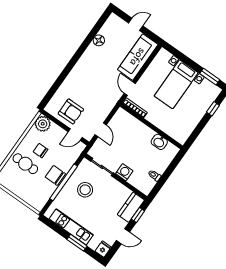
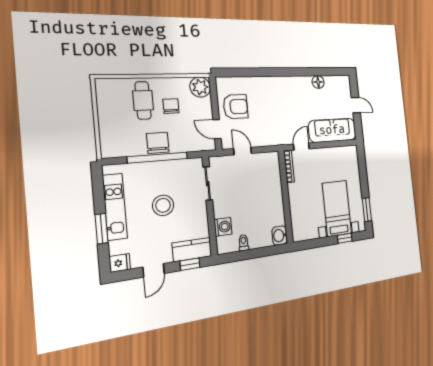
bed with nightstands: (176, 84) -> (337, 208), moved, turned 90
armchair: (71, 111) -> (236, 107), turned -90
door: (101, 130) -> (243, 151), swing flipped
washbasin: (159, 142) -> (280, 236), moved
washing machine: (124, 172) -> (223, 227), moved
stool: (85, 190) -> (163, 205), moved
door: (123, 236) -> (154, 270), hinge flipped

